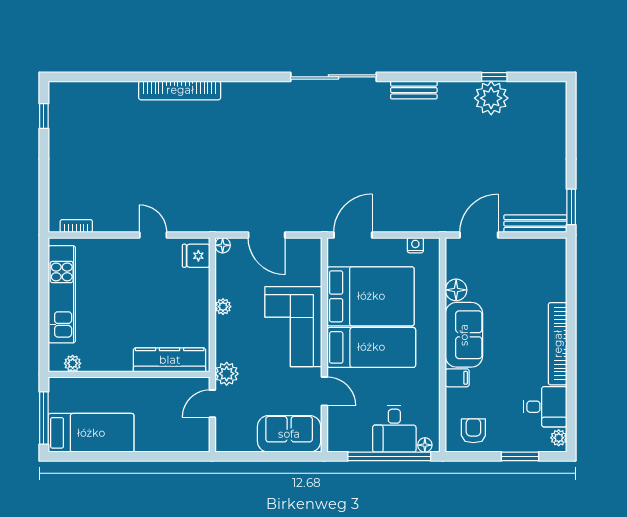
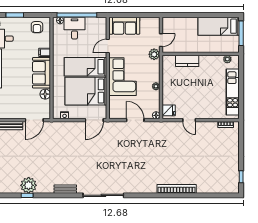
kitchen counter: (170, 360) -> (187, 61), width x0.67
door: (324, 391) -> (108, 46), hinge flipped

